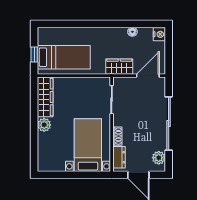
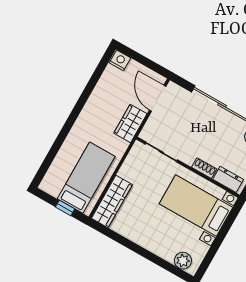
floor lamp: (132, 32) -> (101, 88), removed
wardrobe: (45, 97) -> (112, 201), moved, turned 90
plant: (44, 125) -> (183, 261), moved

